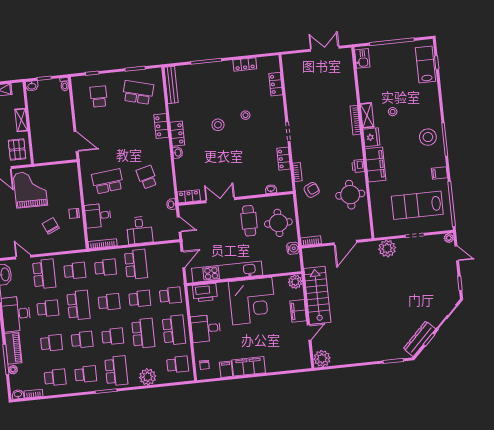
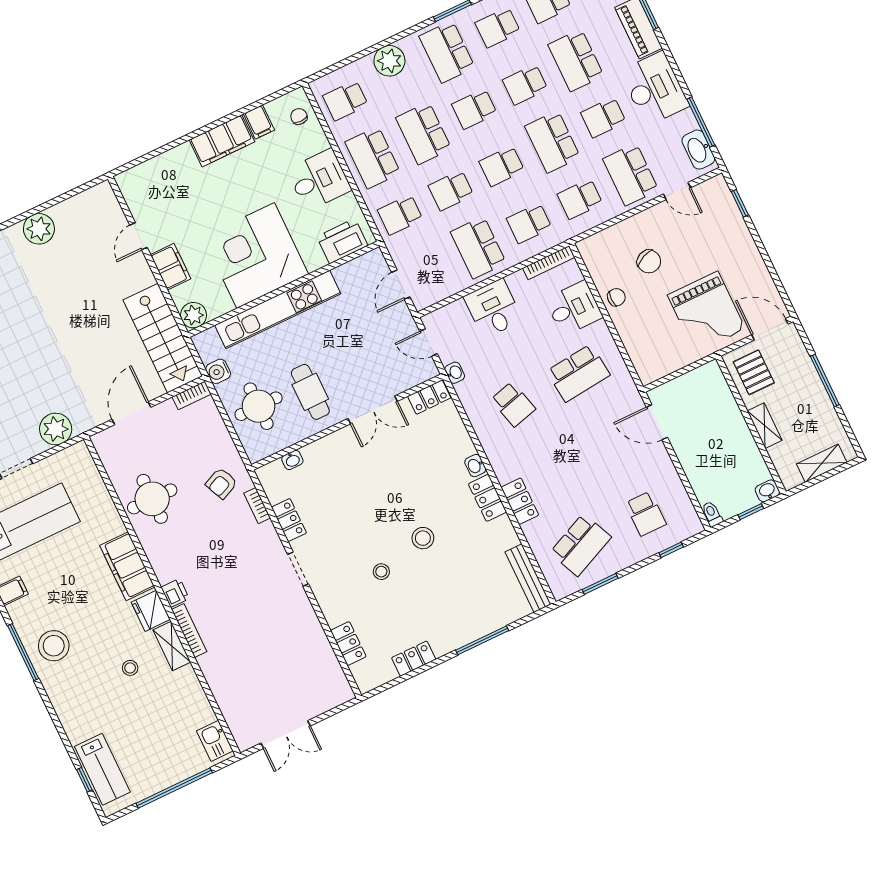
school desk: (138, 92) -> (580, 545), turned -39
printer: (358, 166) -> (175, 593), moved
kitchen unit: (227, 272) -> (278, 309), moved
stairs: (317, 295) -> (163, 338), moved
school desk: (51, 343) -> (576, 60), width x1.85
plant: (322, 358) -> (39, 229), moved

